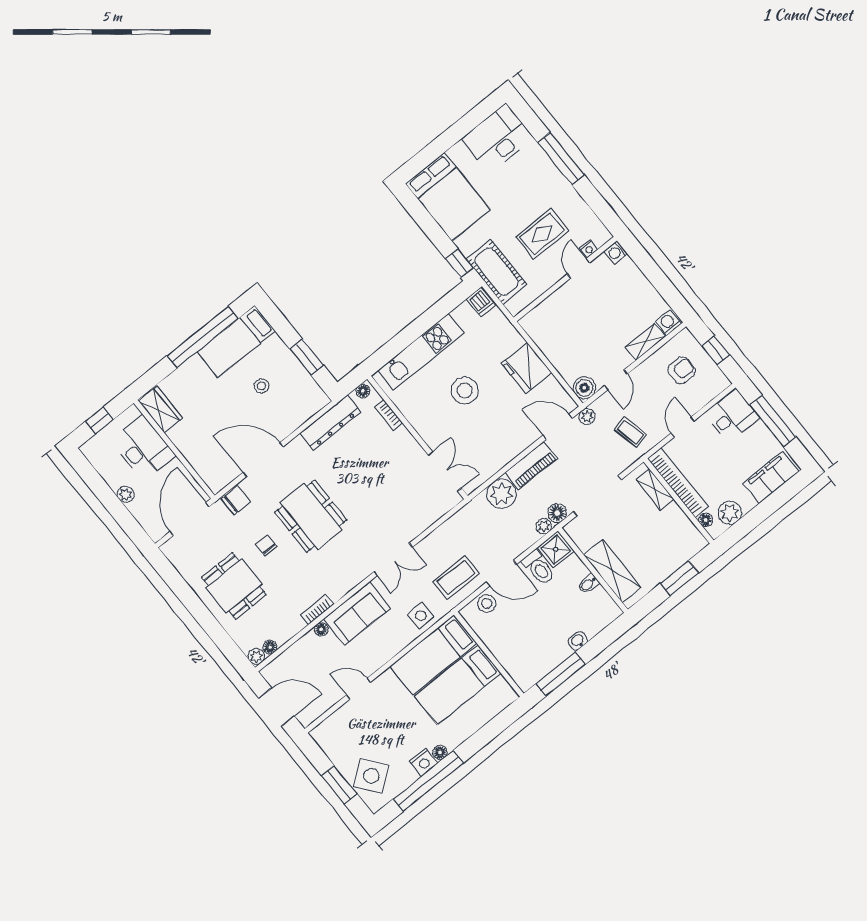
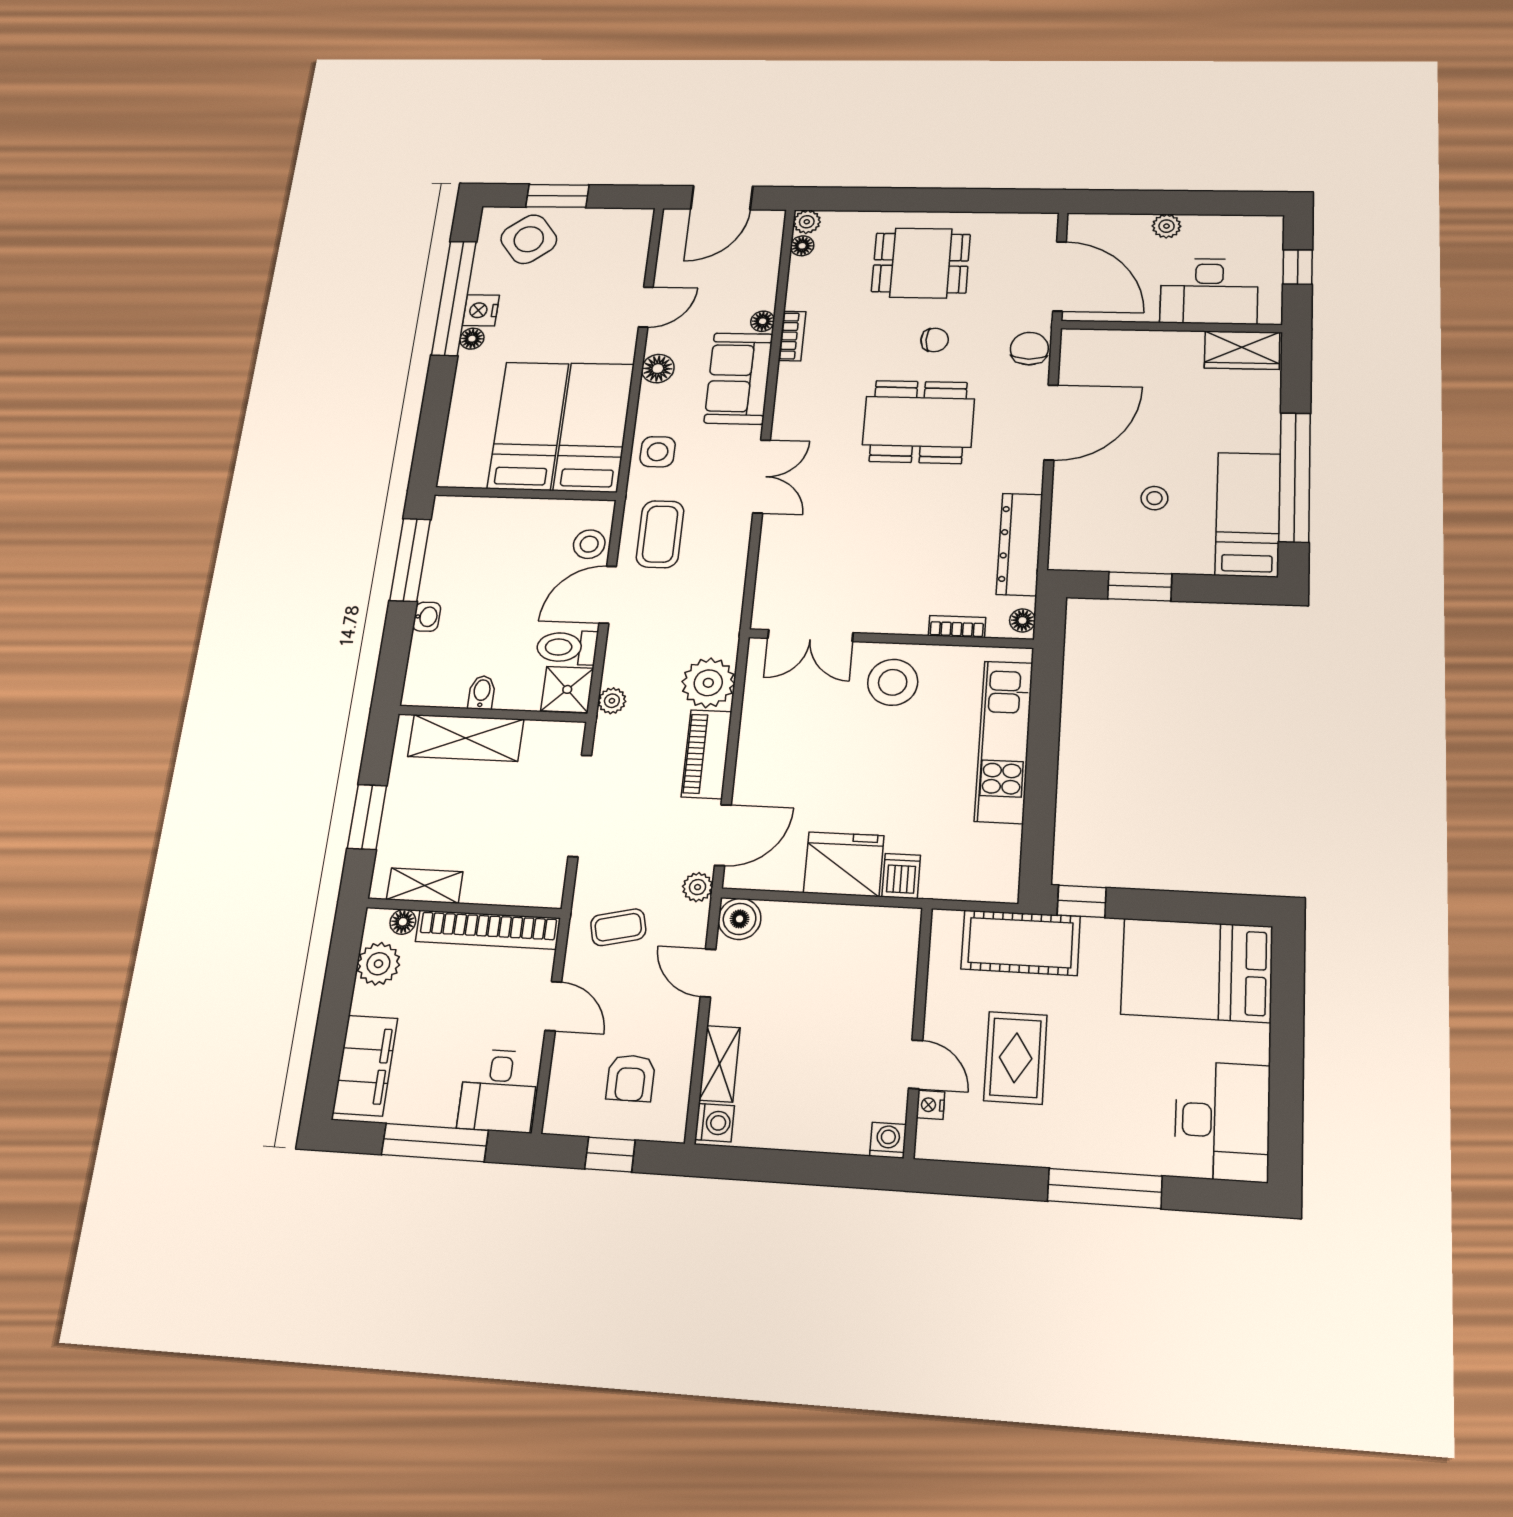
dishwasher: (481, 302) -> (901, 876), moved, turned 90
stool: (465, 390) -> (893, 682), moved
shelving: (655, 489) -> (425, 886), moved
chair: (236, 500) -> (1029, 349), turned 180
floor lamp: (557, 513) -> (658, 369), moved
double door: (393, 560) -> (762, 476), swing flipped

